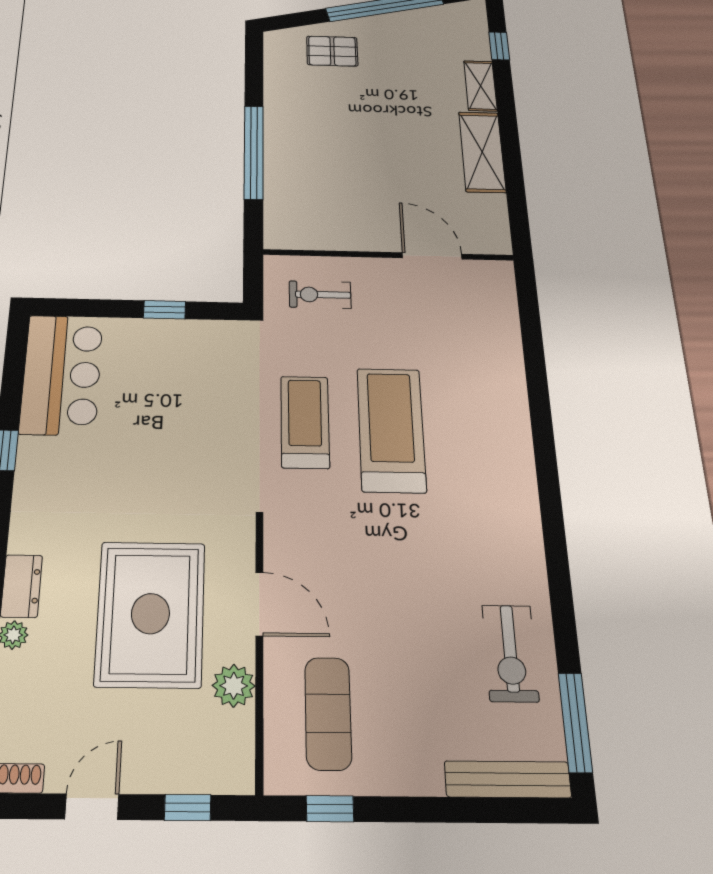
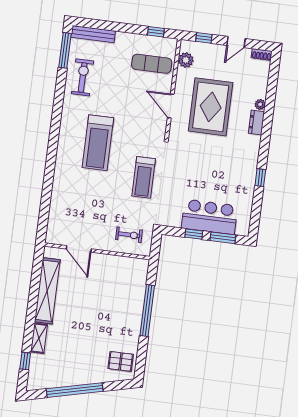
pallet: (332, 51) -> (121, 361), moved
shelving: (482, 152) -> (47, 291), width x1.47
window: (93, 308) -> (223, 238), added
bar counter: (62, 374) -> (210, 217), moved, turned 90
treadmill: (391, 430) -> (98, 143), moved
plant: (234, 686) -> (186, 60), moved
exercise mat: (328, 713) -> (152, 64), turned 90

